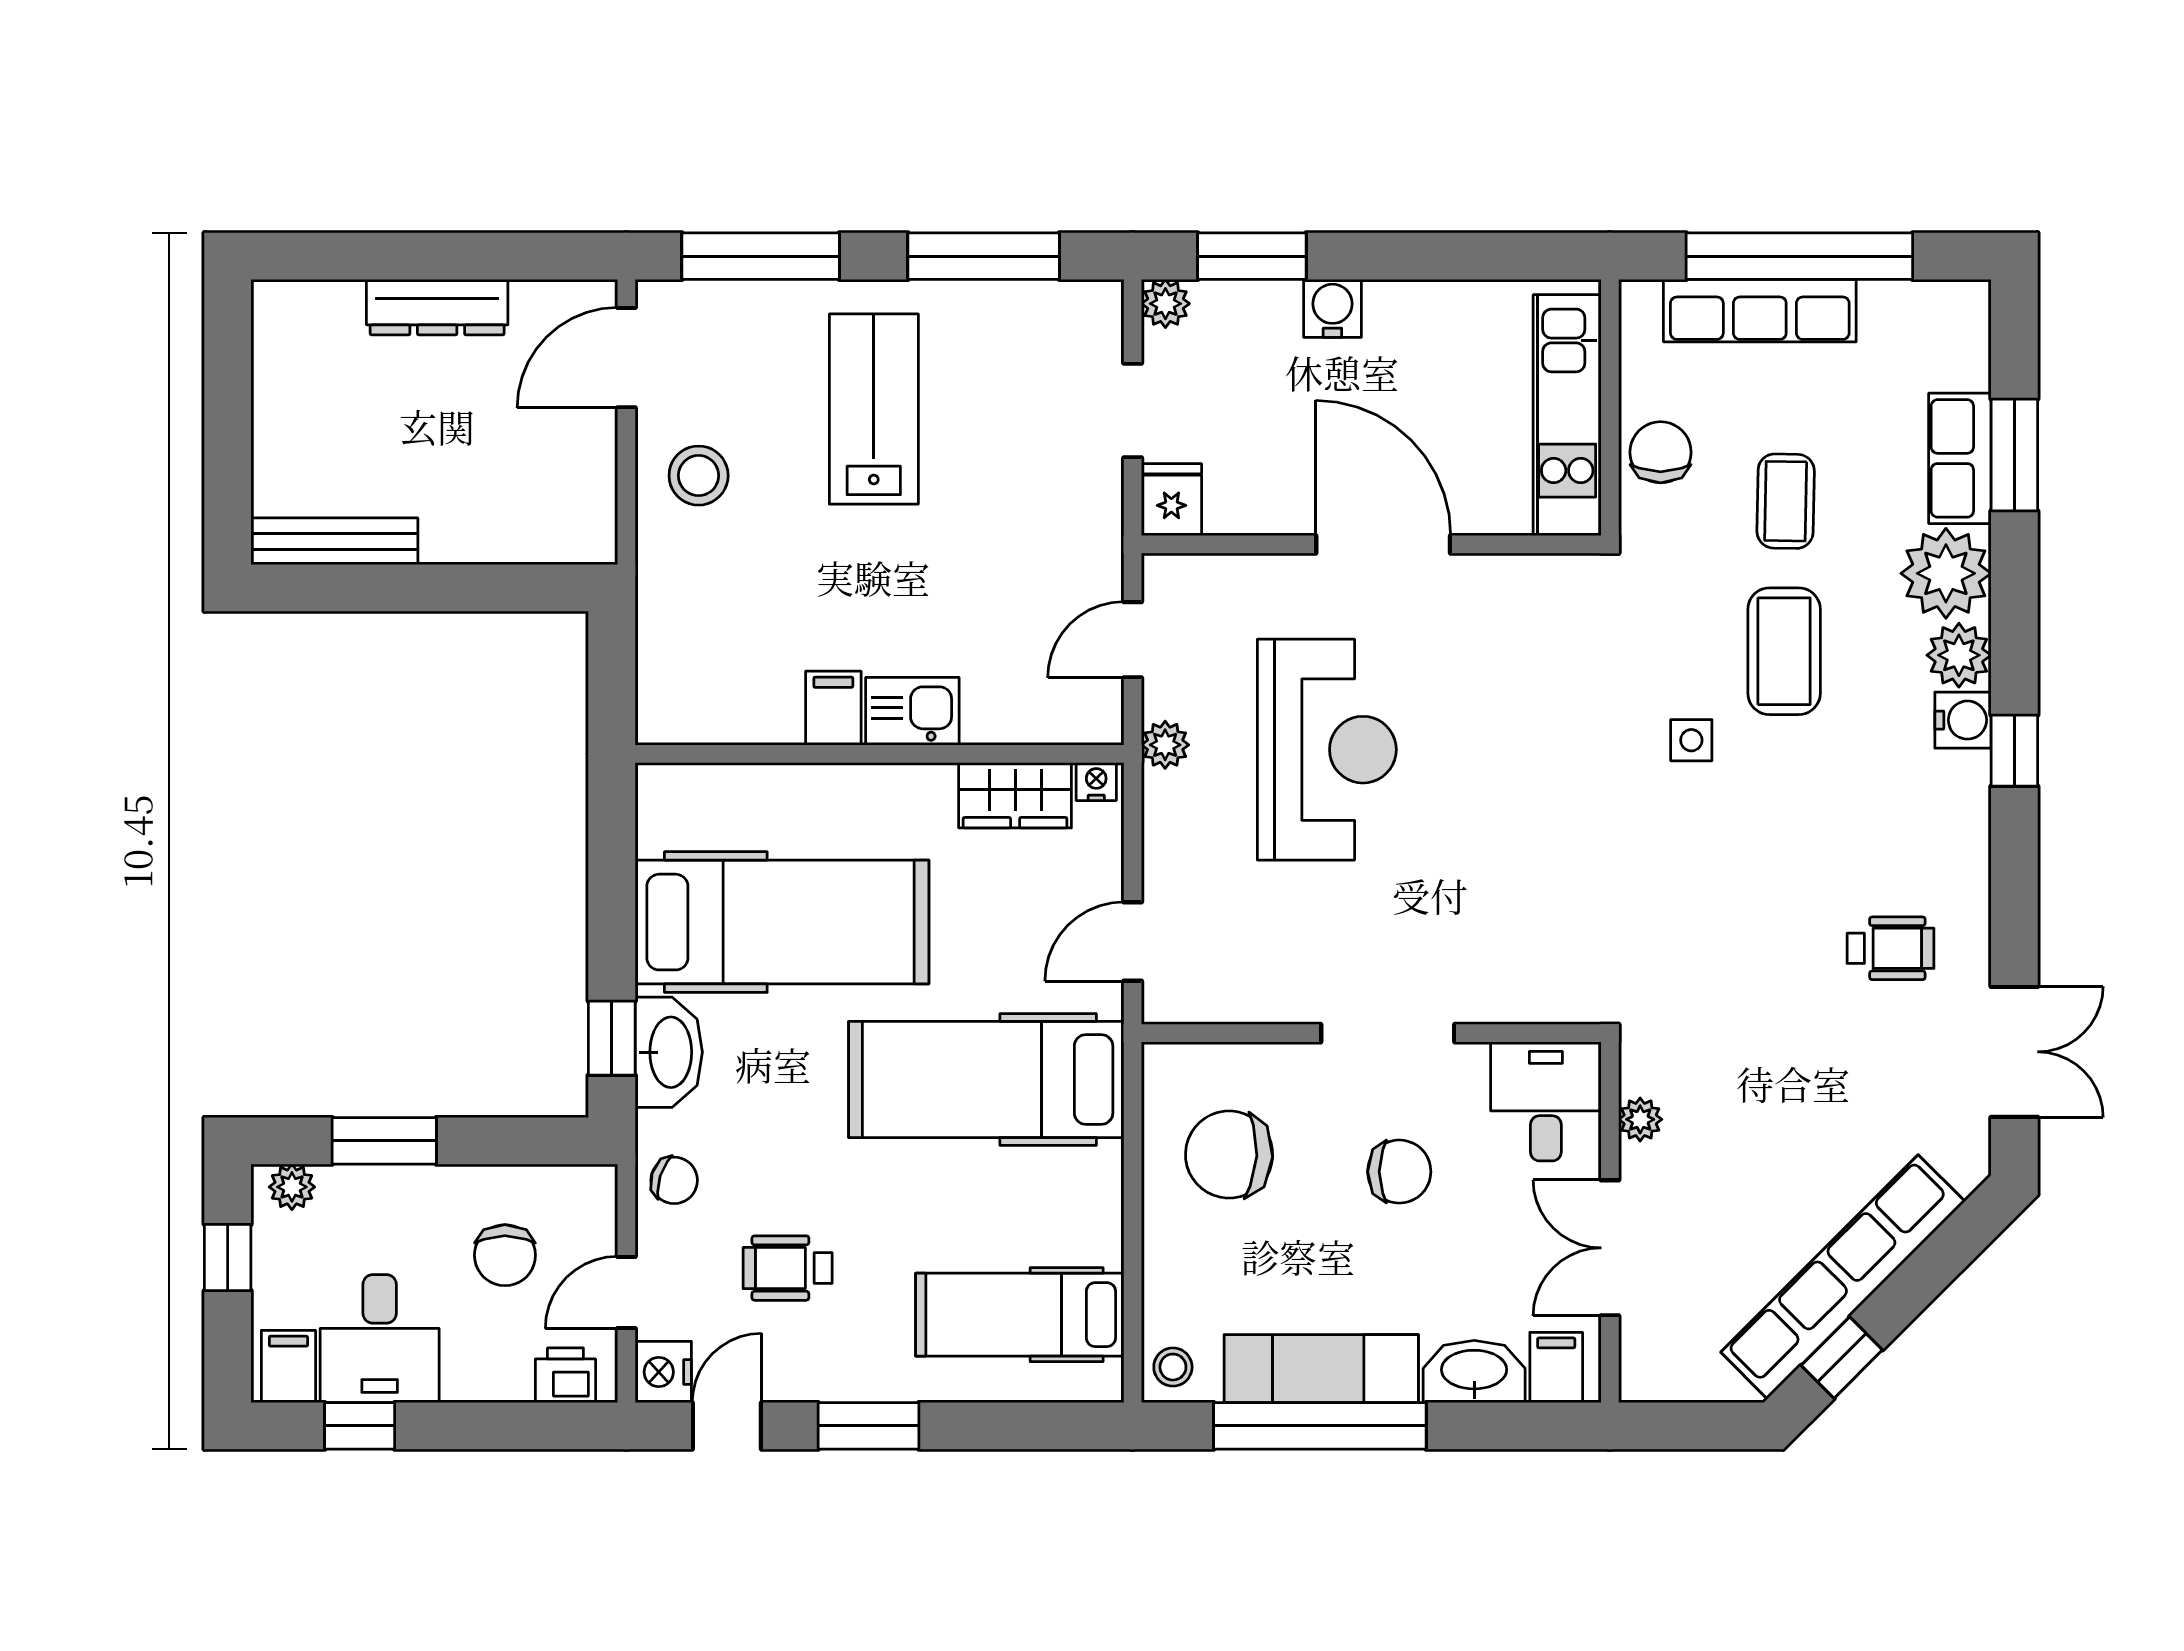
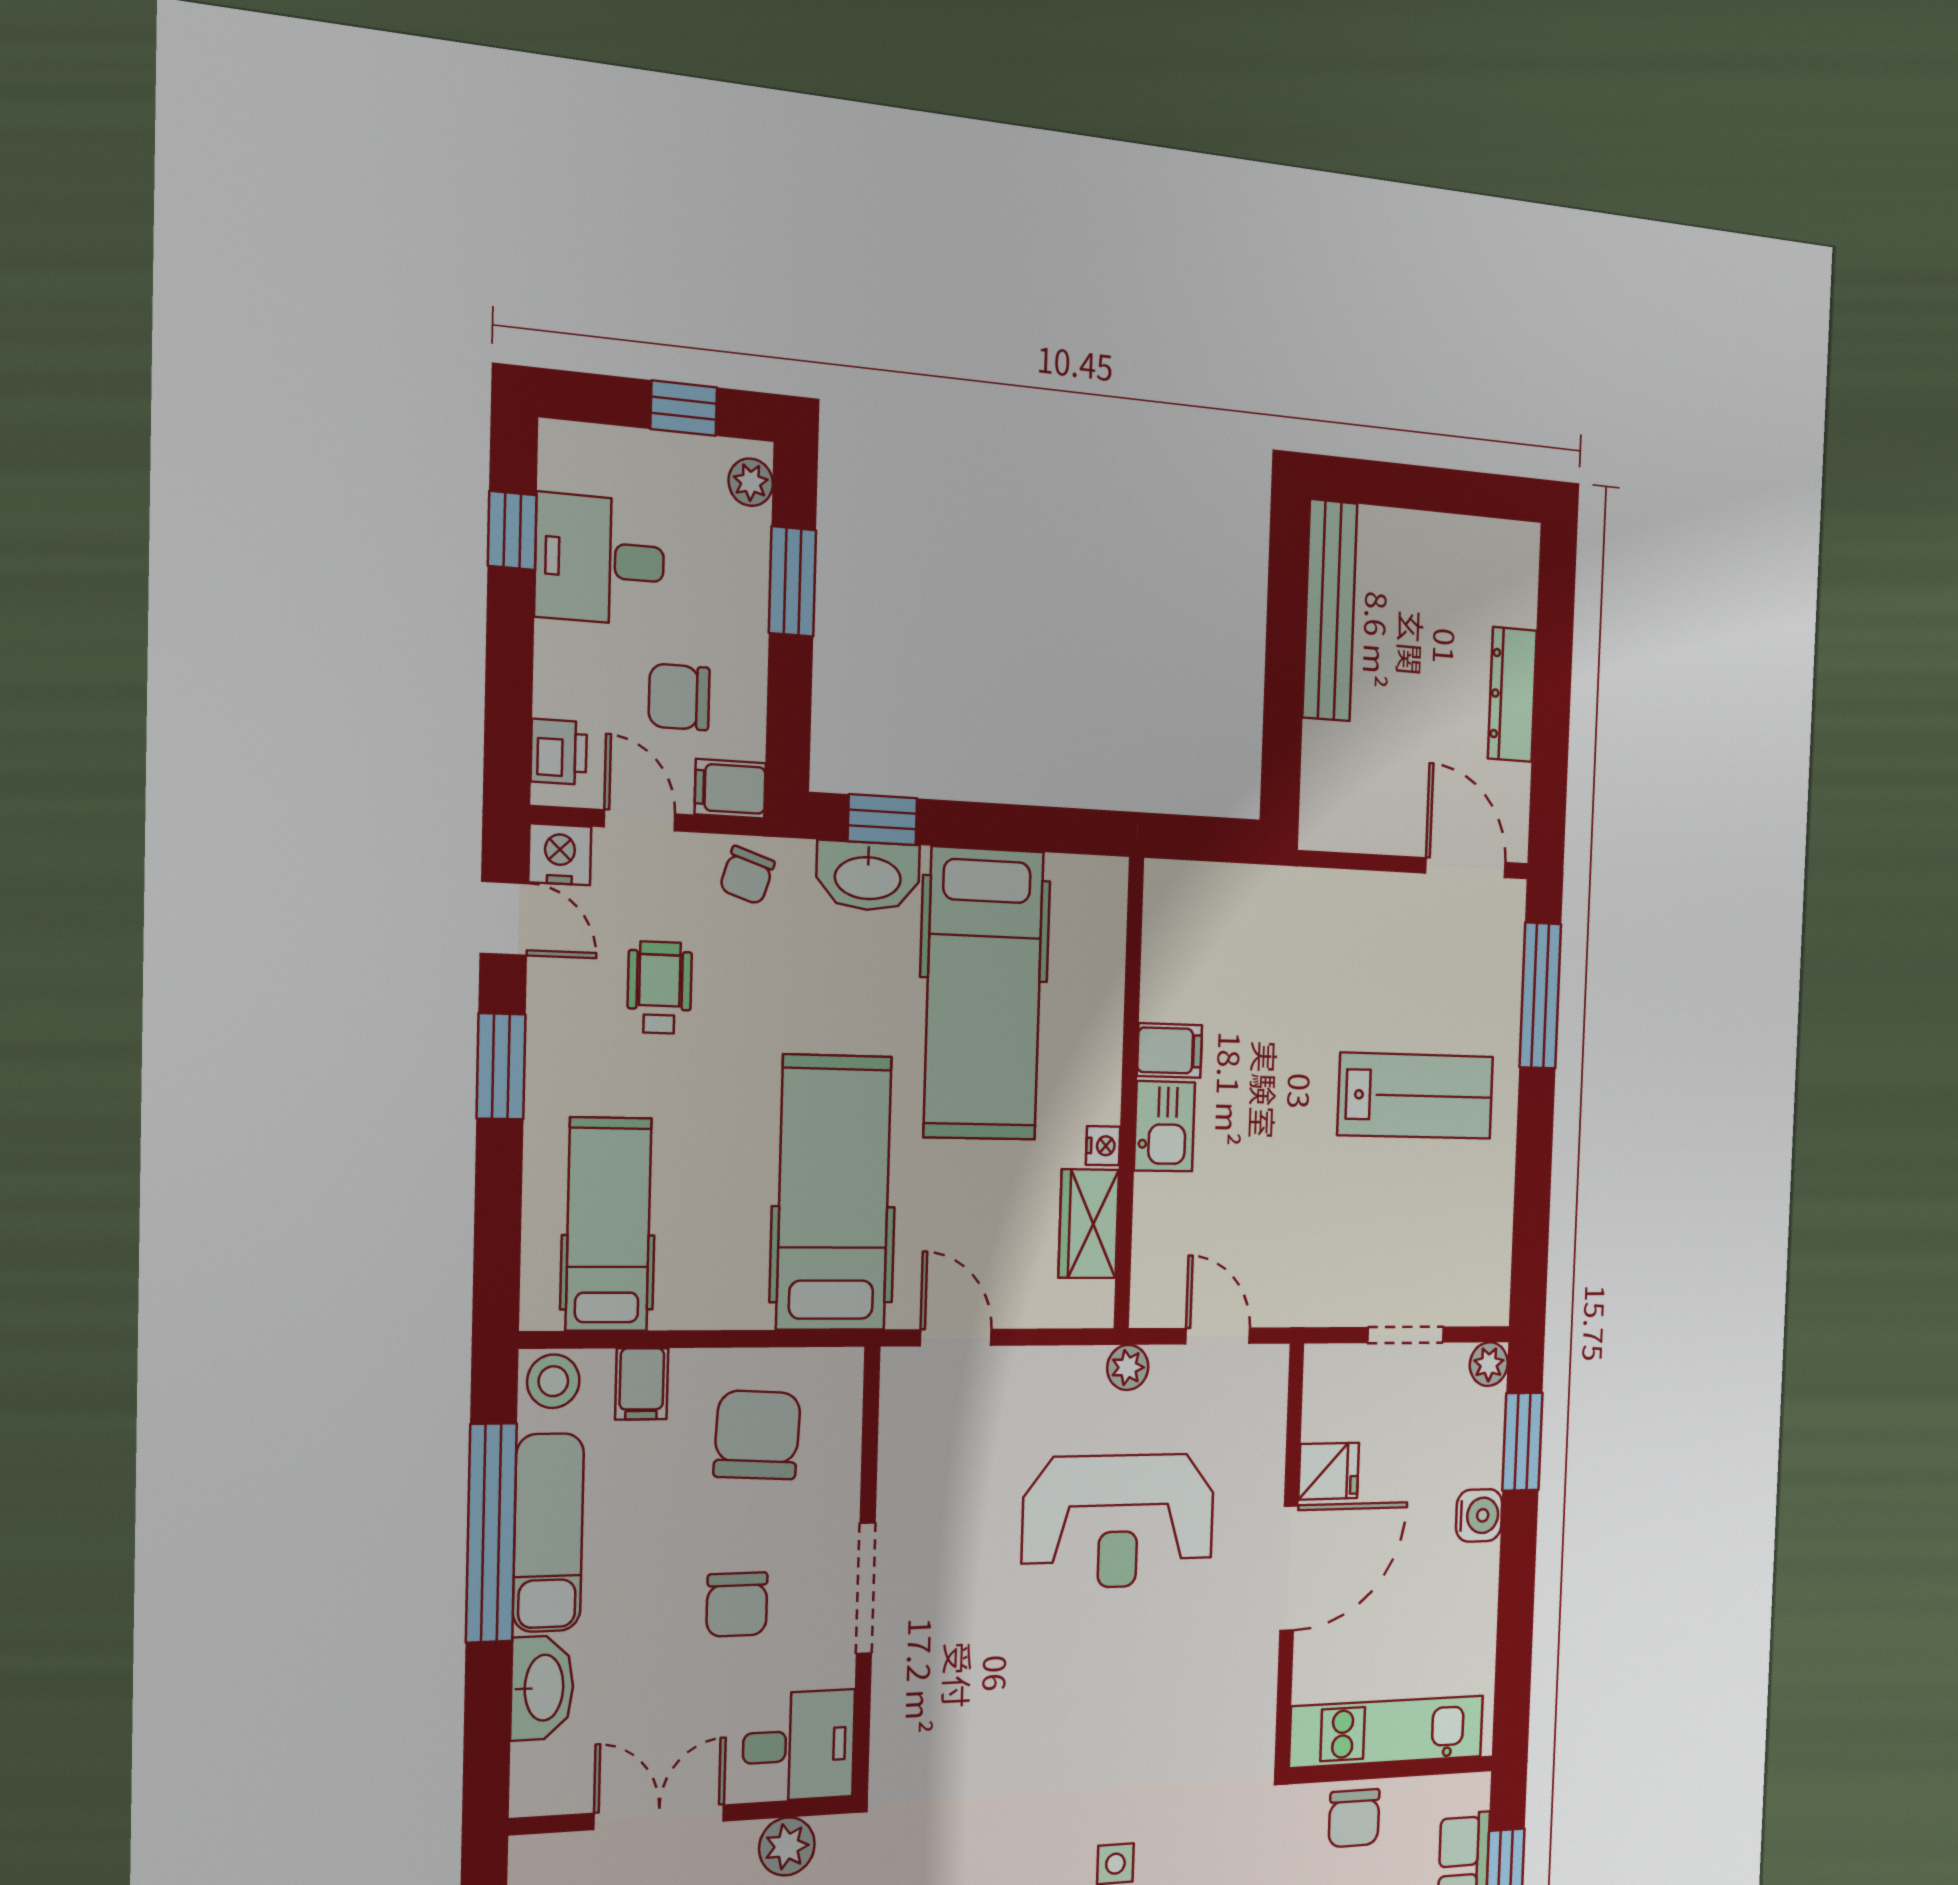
window: (984, 256) -> (1532, 1199), removed
chair: (1661, 452) -> (1354, 1818), turned 90
stool: (699, 476) -> (1368, 930), removed
fridge: (1171, 500) -> (1329, 1471), moved
bench: (334, 541) -> (1330, 610), width x1.37, depth x1.21
nightstand: (1096, 782) -> (1103, 1146), moved
plant: (1640, 1119) -> (787, 1846), width x1.38, depth x1.38
filing cabinet: (288, 1366) -> (730, 789), moved, turned 180
stool: (1173, 1367) -> (553, 1381), width x1.37, depth x1.37
filing cabinet: (1556, 1367) -> (642, 1384), moved, turned 90

